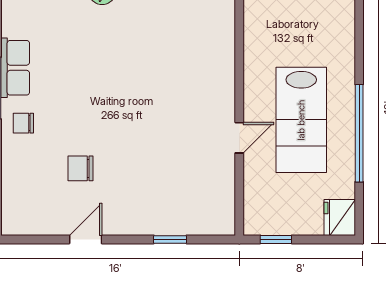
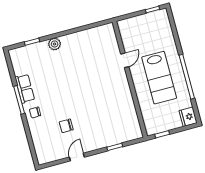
door: (239, 138) -> (125, 60), moved

